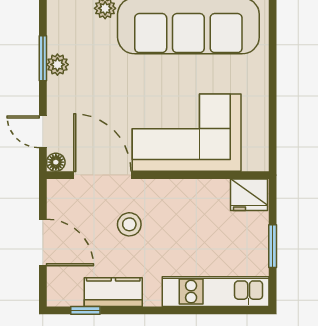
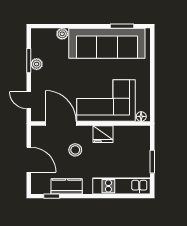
floor lamp: (56, 162) -> (141, 116), moved
fridge: (249, 195) -> (103, 134), moved

